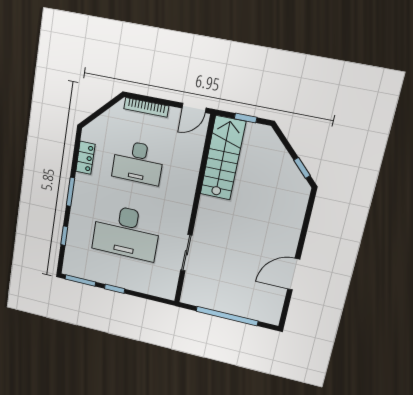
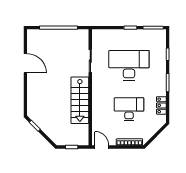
door: (194, 108) -> (102, 147), hinge flipped
stairs: (223, 158) -> (80, 100), moved
door: (294, 274) -> (25, 63), hinge flipped

